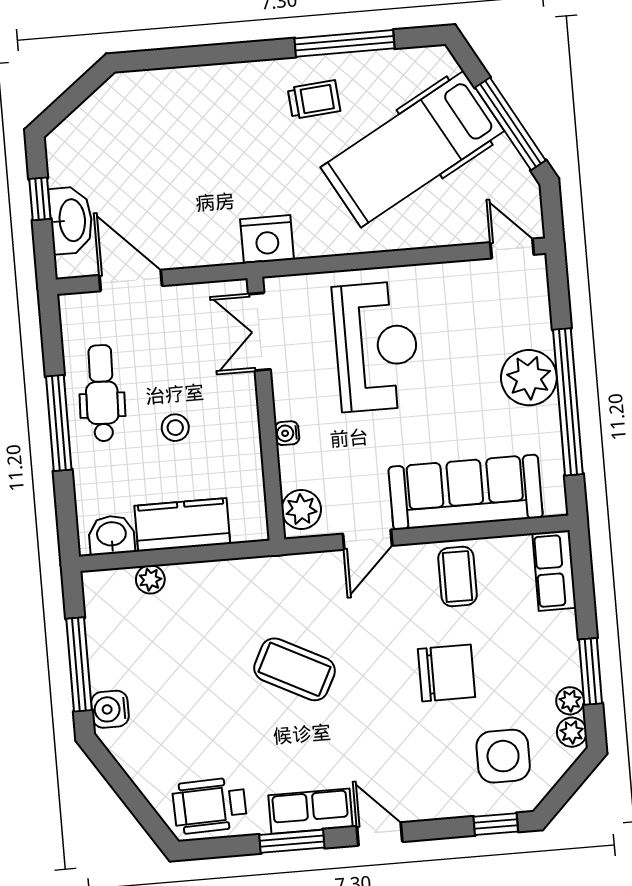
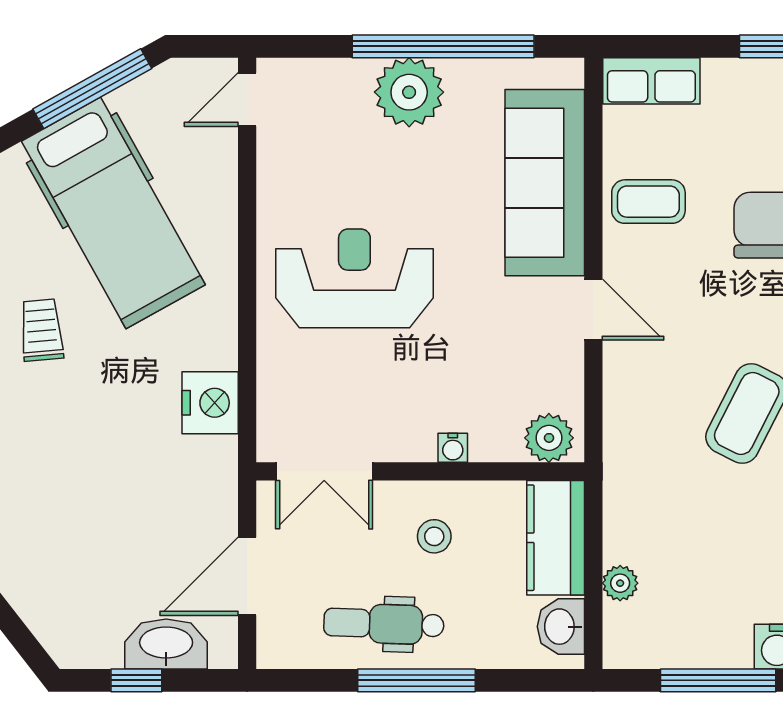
double door: (259, 332) -> (324, 471), moved
wall: (266, 409) -> (420, 471), moved
water cooler: (287, 433) -> (453, 448), moved
plant: (301, 509) -> (549, 438), moved

